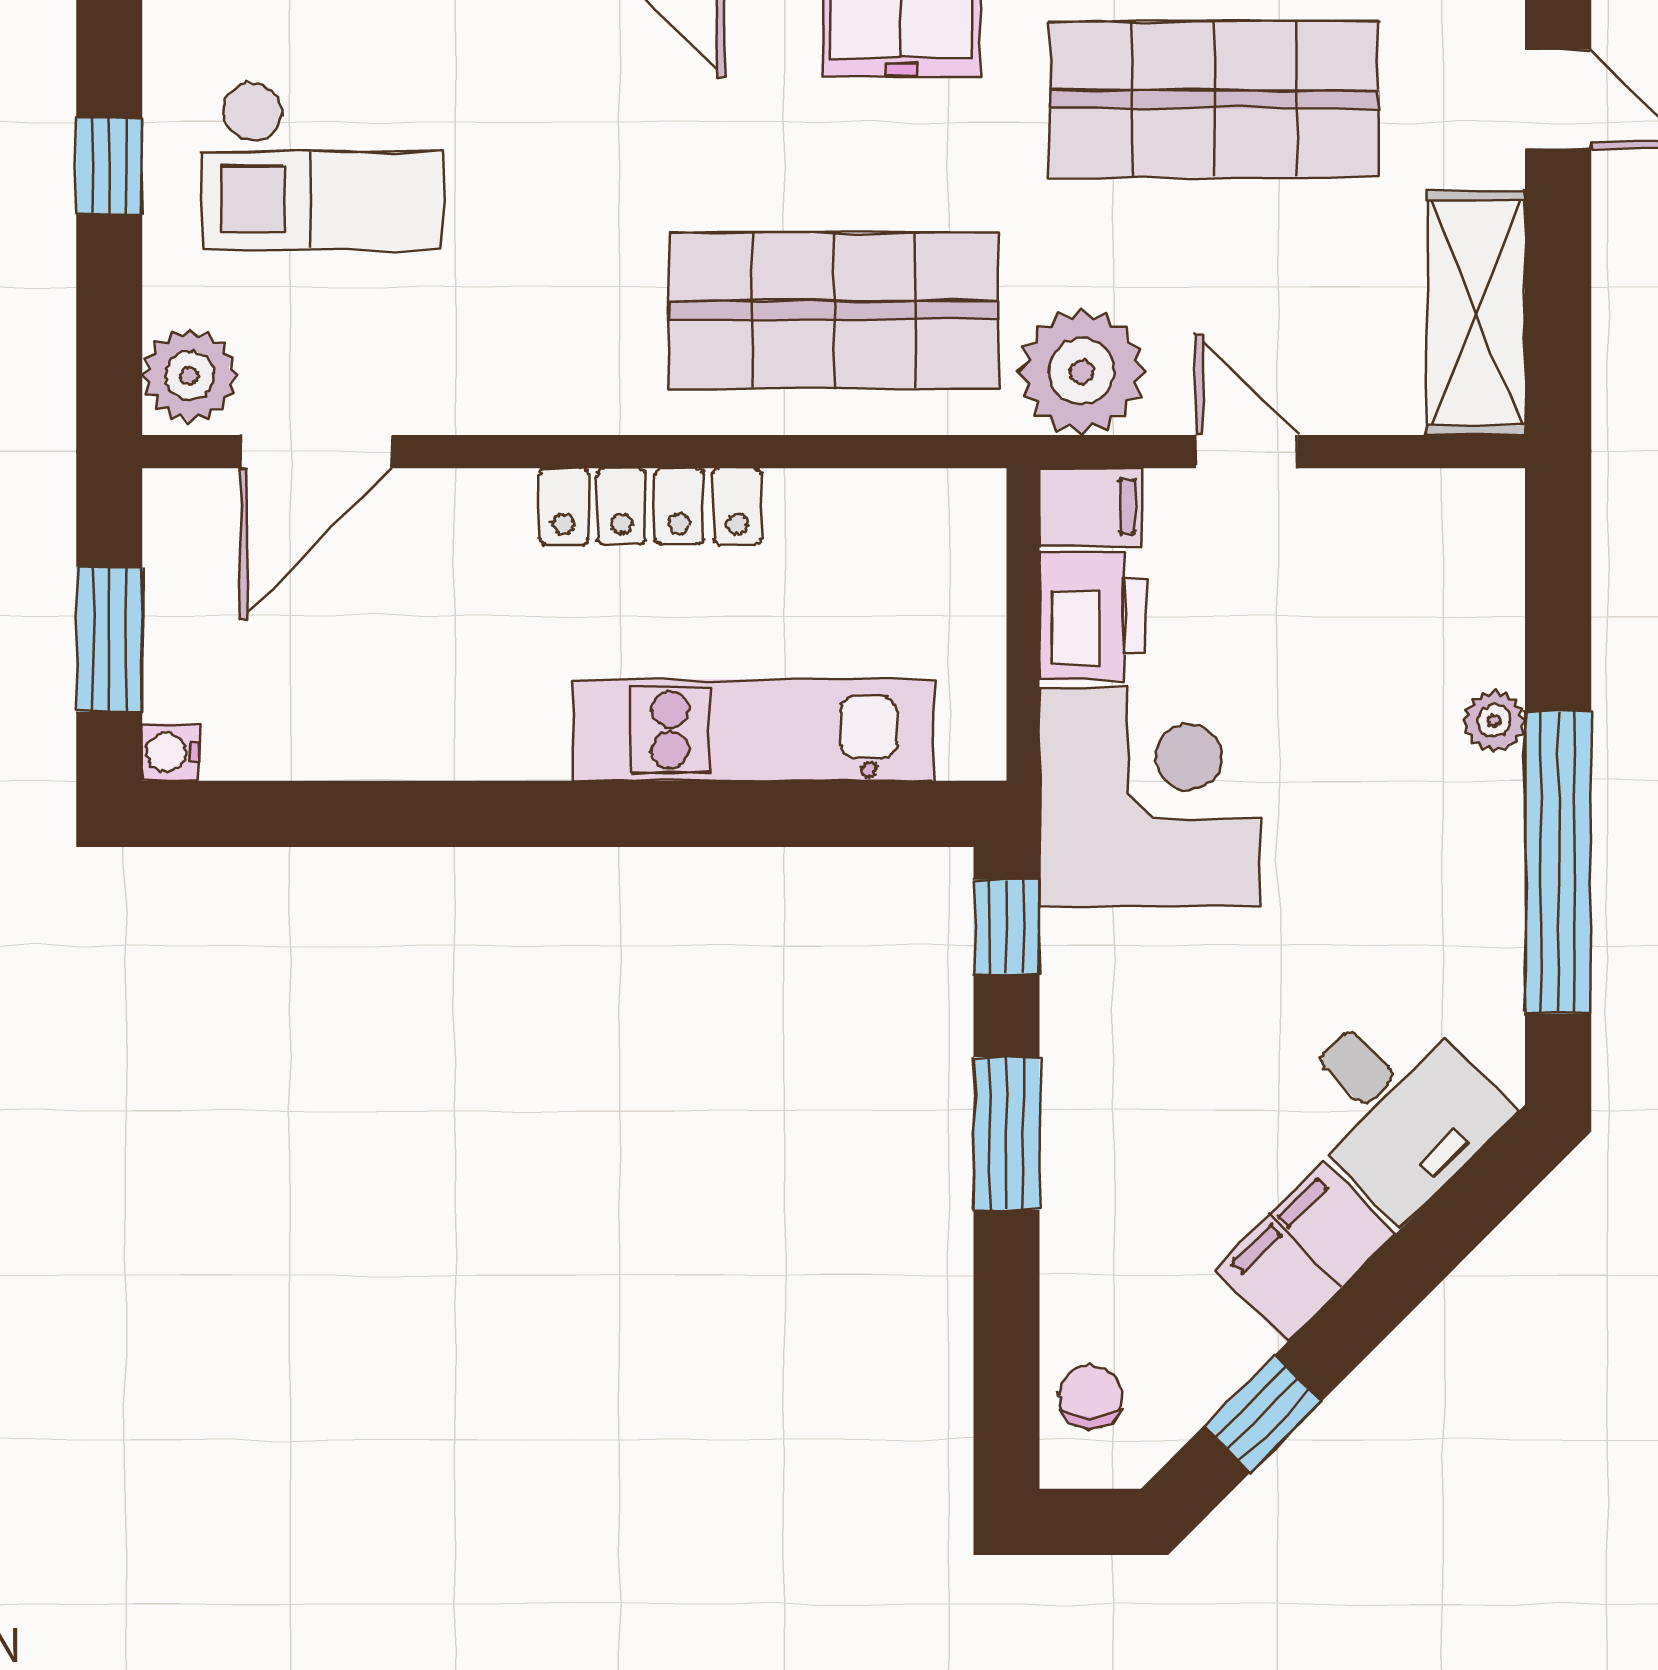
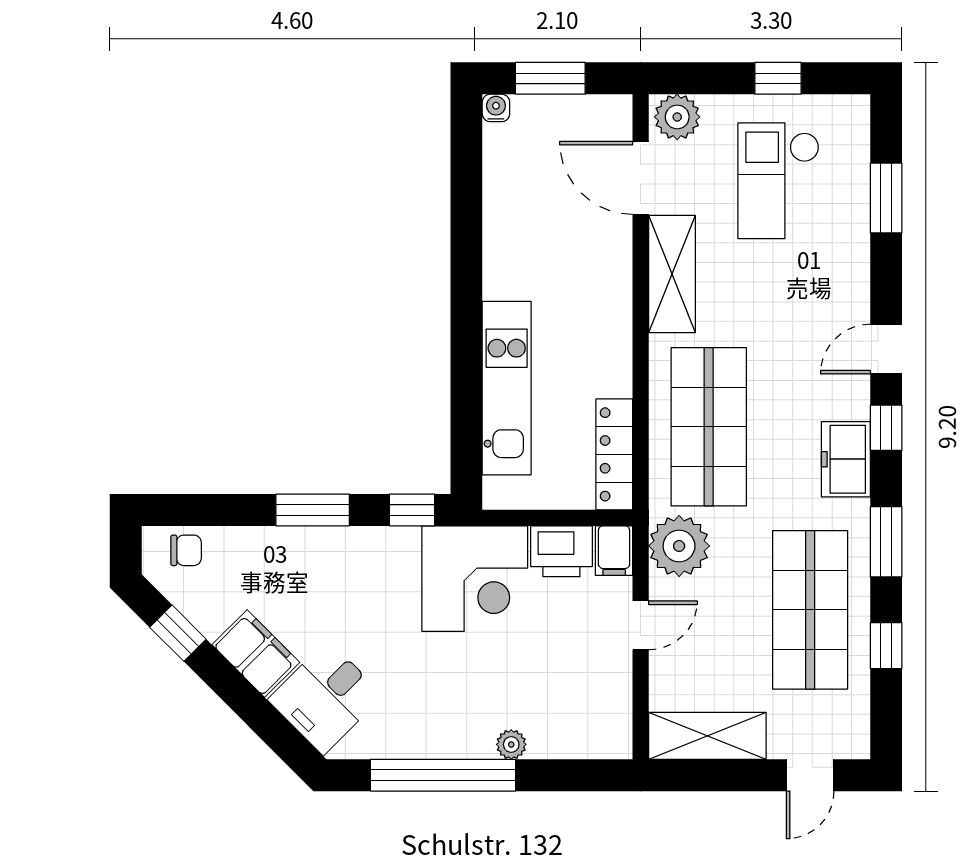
shelving: (516, 386) -> (672, 274), added
locker: (650, 506) -> (614, 454), moved

